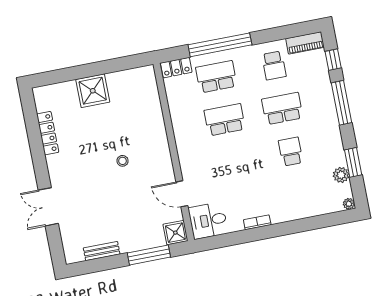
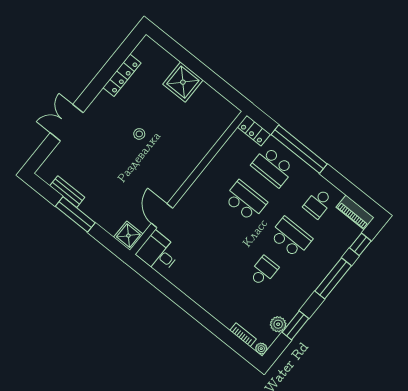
school desk: (216, 77) -> (273, 167), turned 180
stool: (122, 161) -> (139, 134), moved
bookcase: (257, 222) -> (243, 335), moved
window: (149, 255) -> (75, 214), moved

